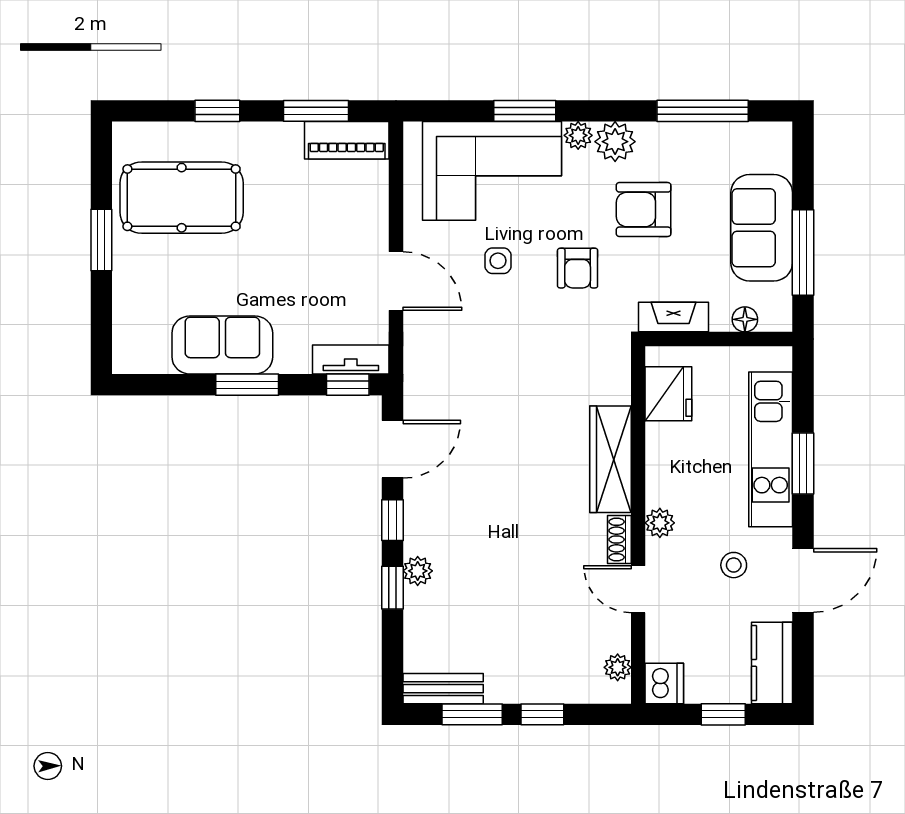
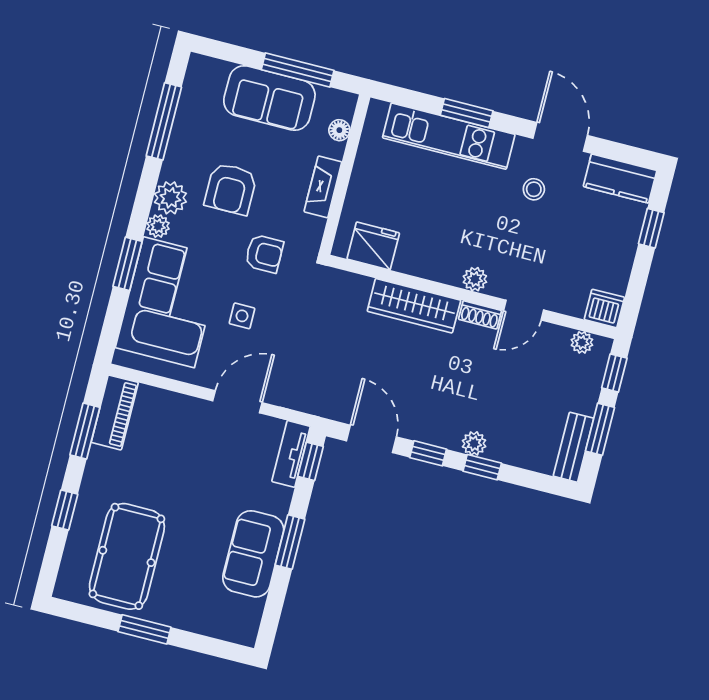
fridge: (668, 394) -> (373, 246), moved
wardrobe: (610, 459) -> (414, 306), moved
plant: (660, 523) -> (475, 279), moved
wall: (638, 525) -> (472, 297), moved
shoe rack: (619, 540) -> (480, 315), moved
door: (638, 589) -> (524, 310), moved
plant: (618, 667) -> (582, 342), moved
dishwasher: (664, 683) -> (604, 308), moved

